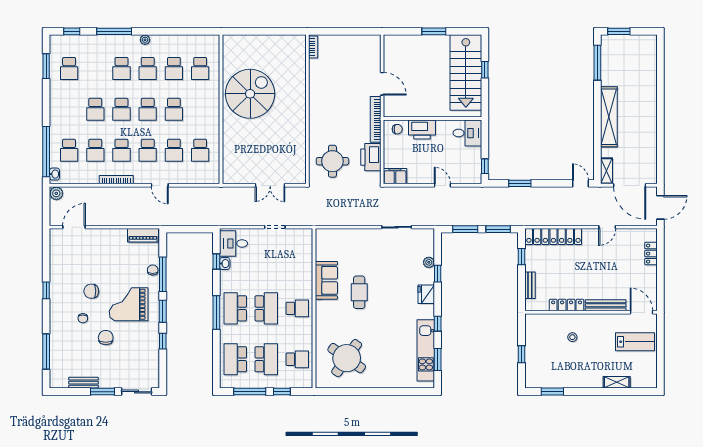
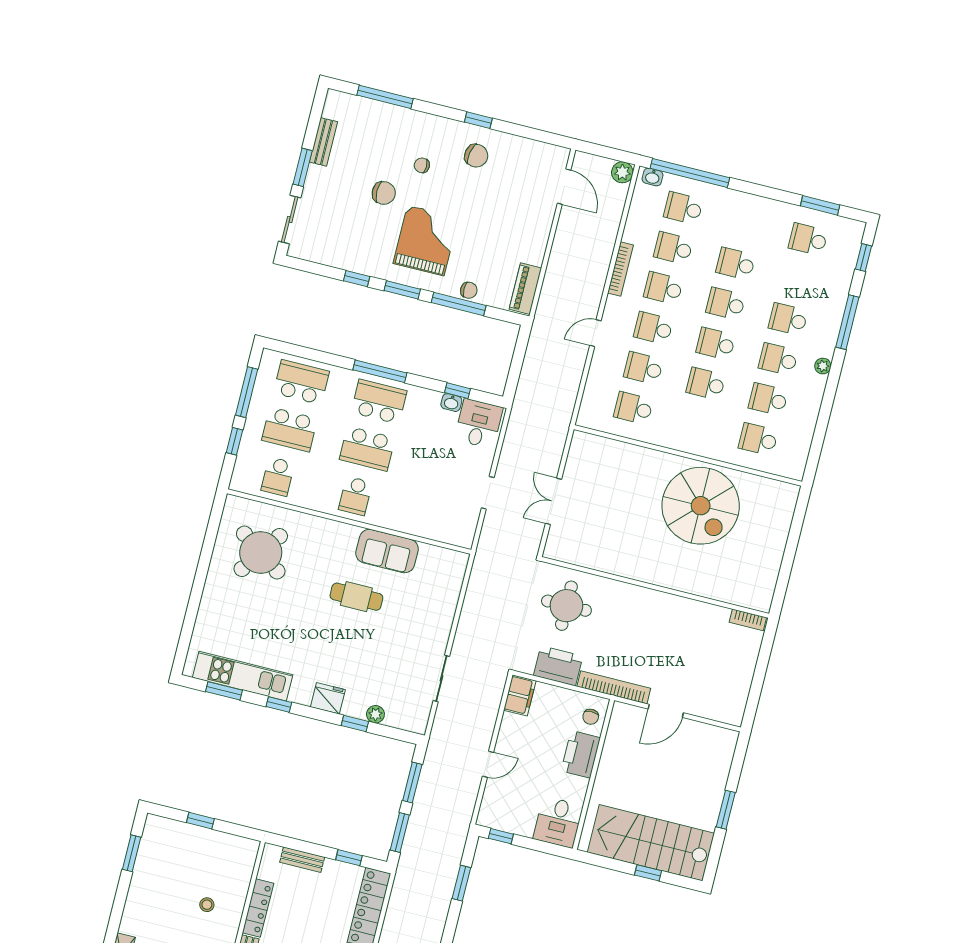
chair: (91, 291) -> (476, 156), moved, turned 101

